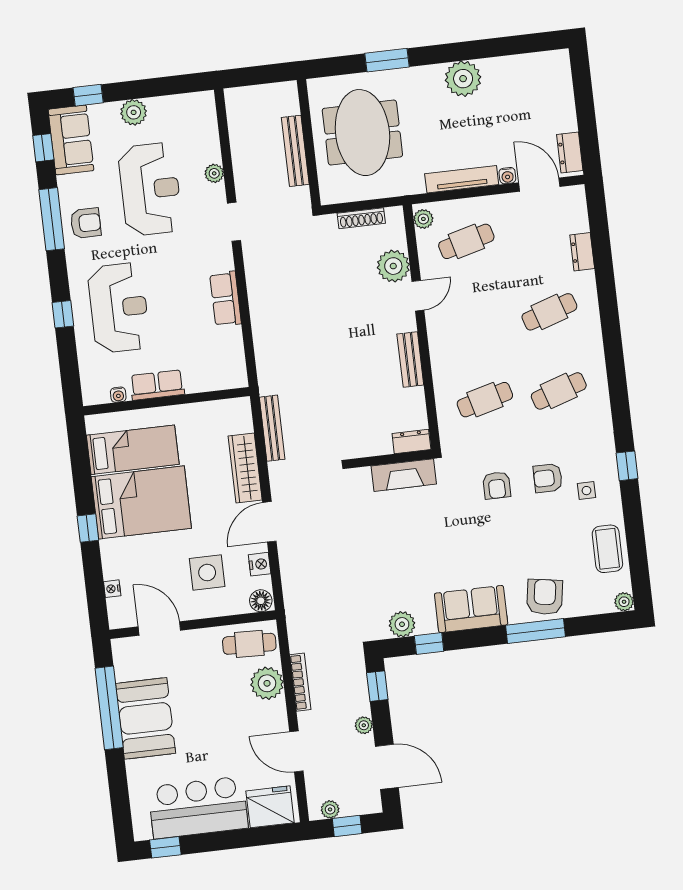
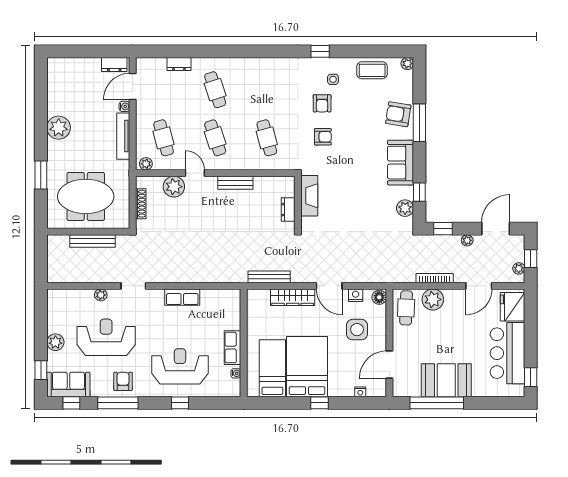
cafe table: (559, 391) -> (215, 138), moved
dresser: (411, 441) -> (288, 210), moved

